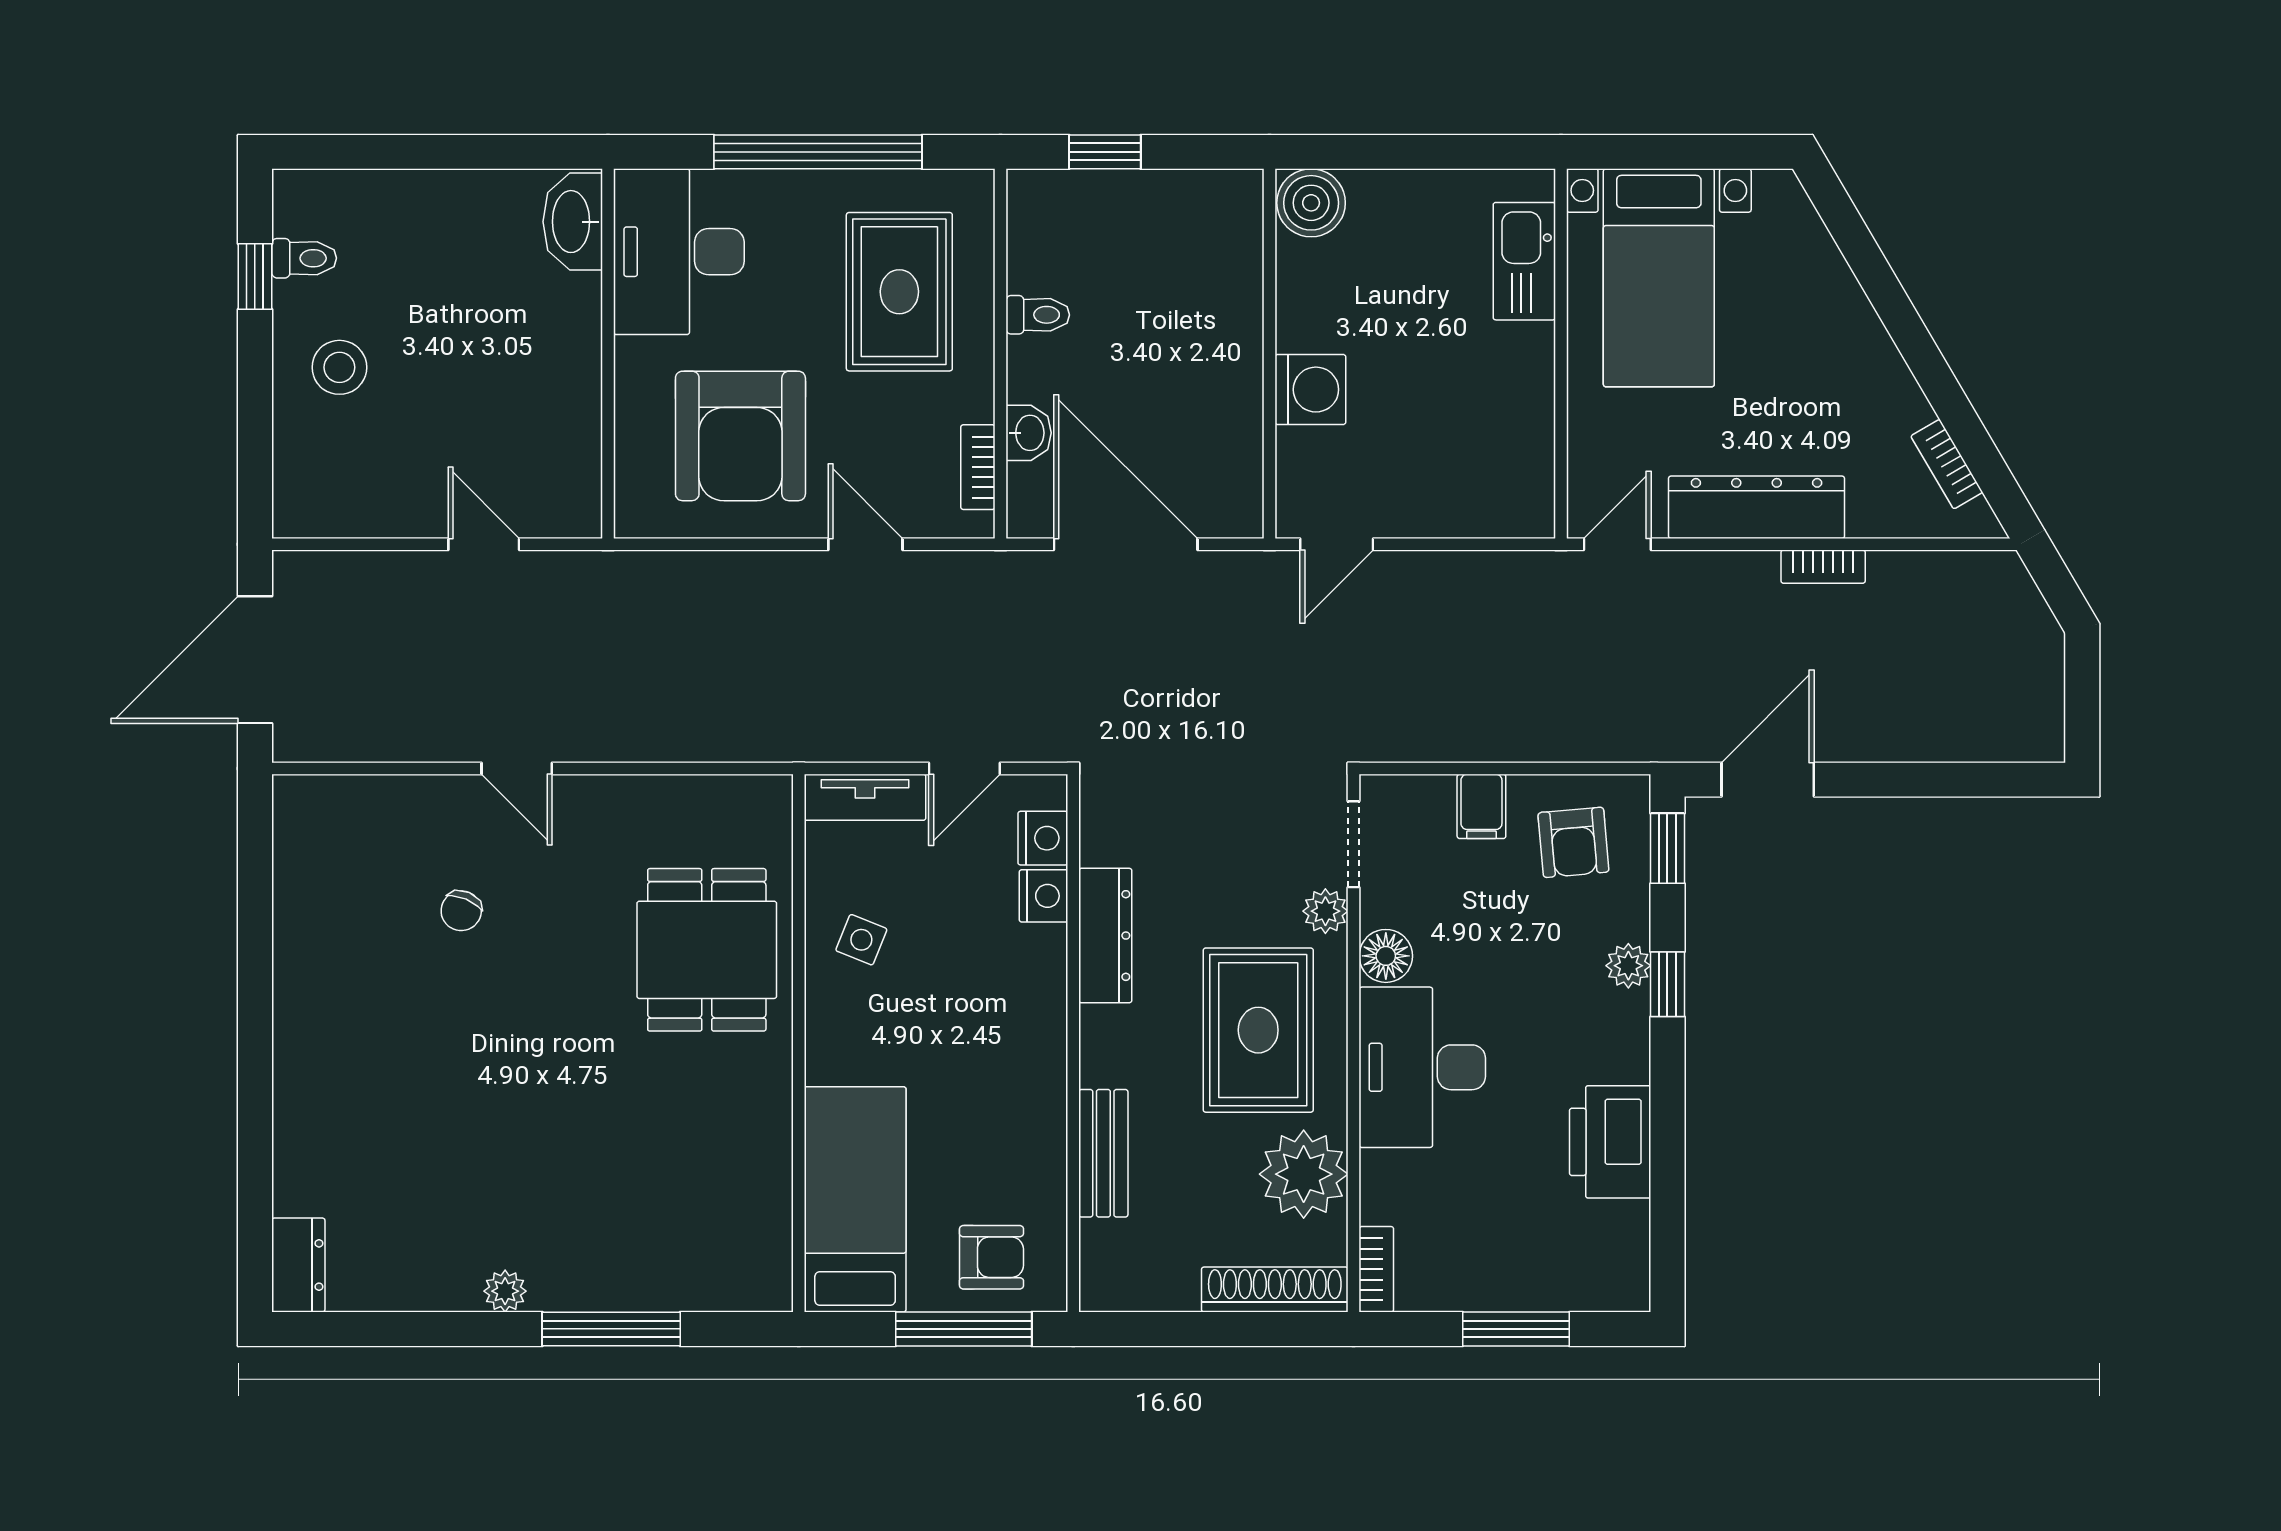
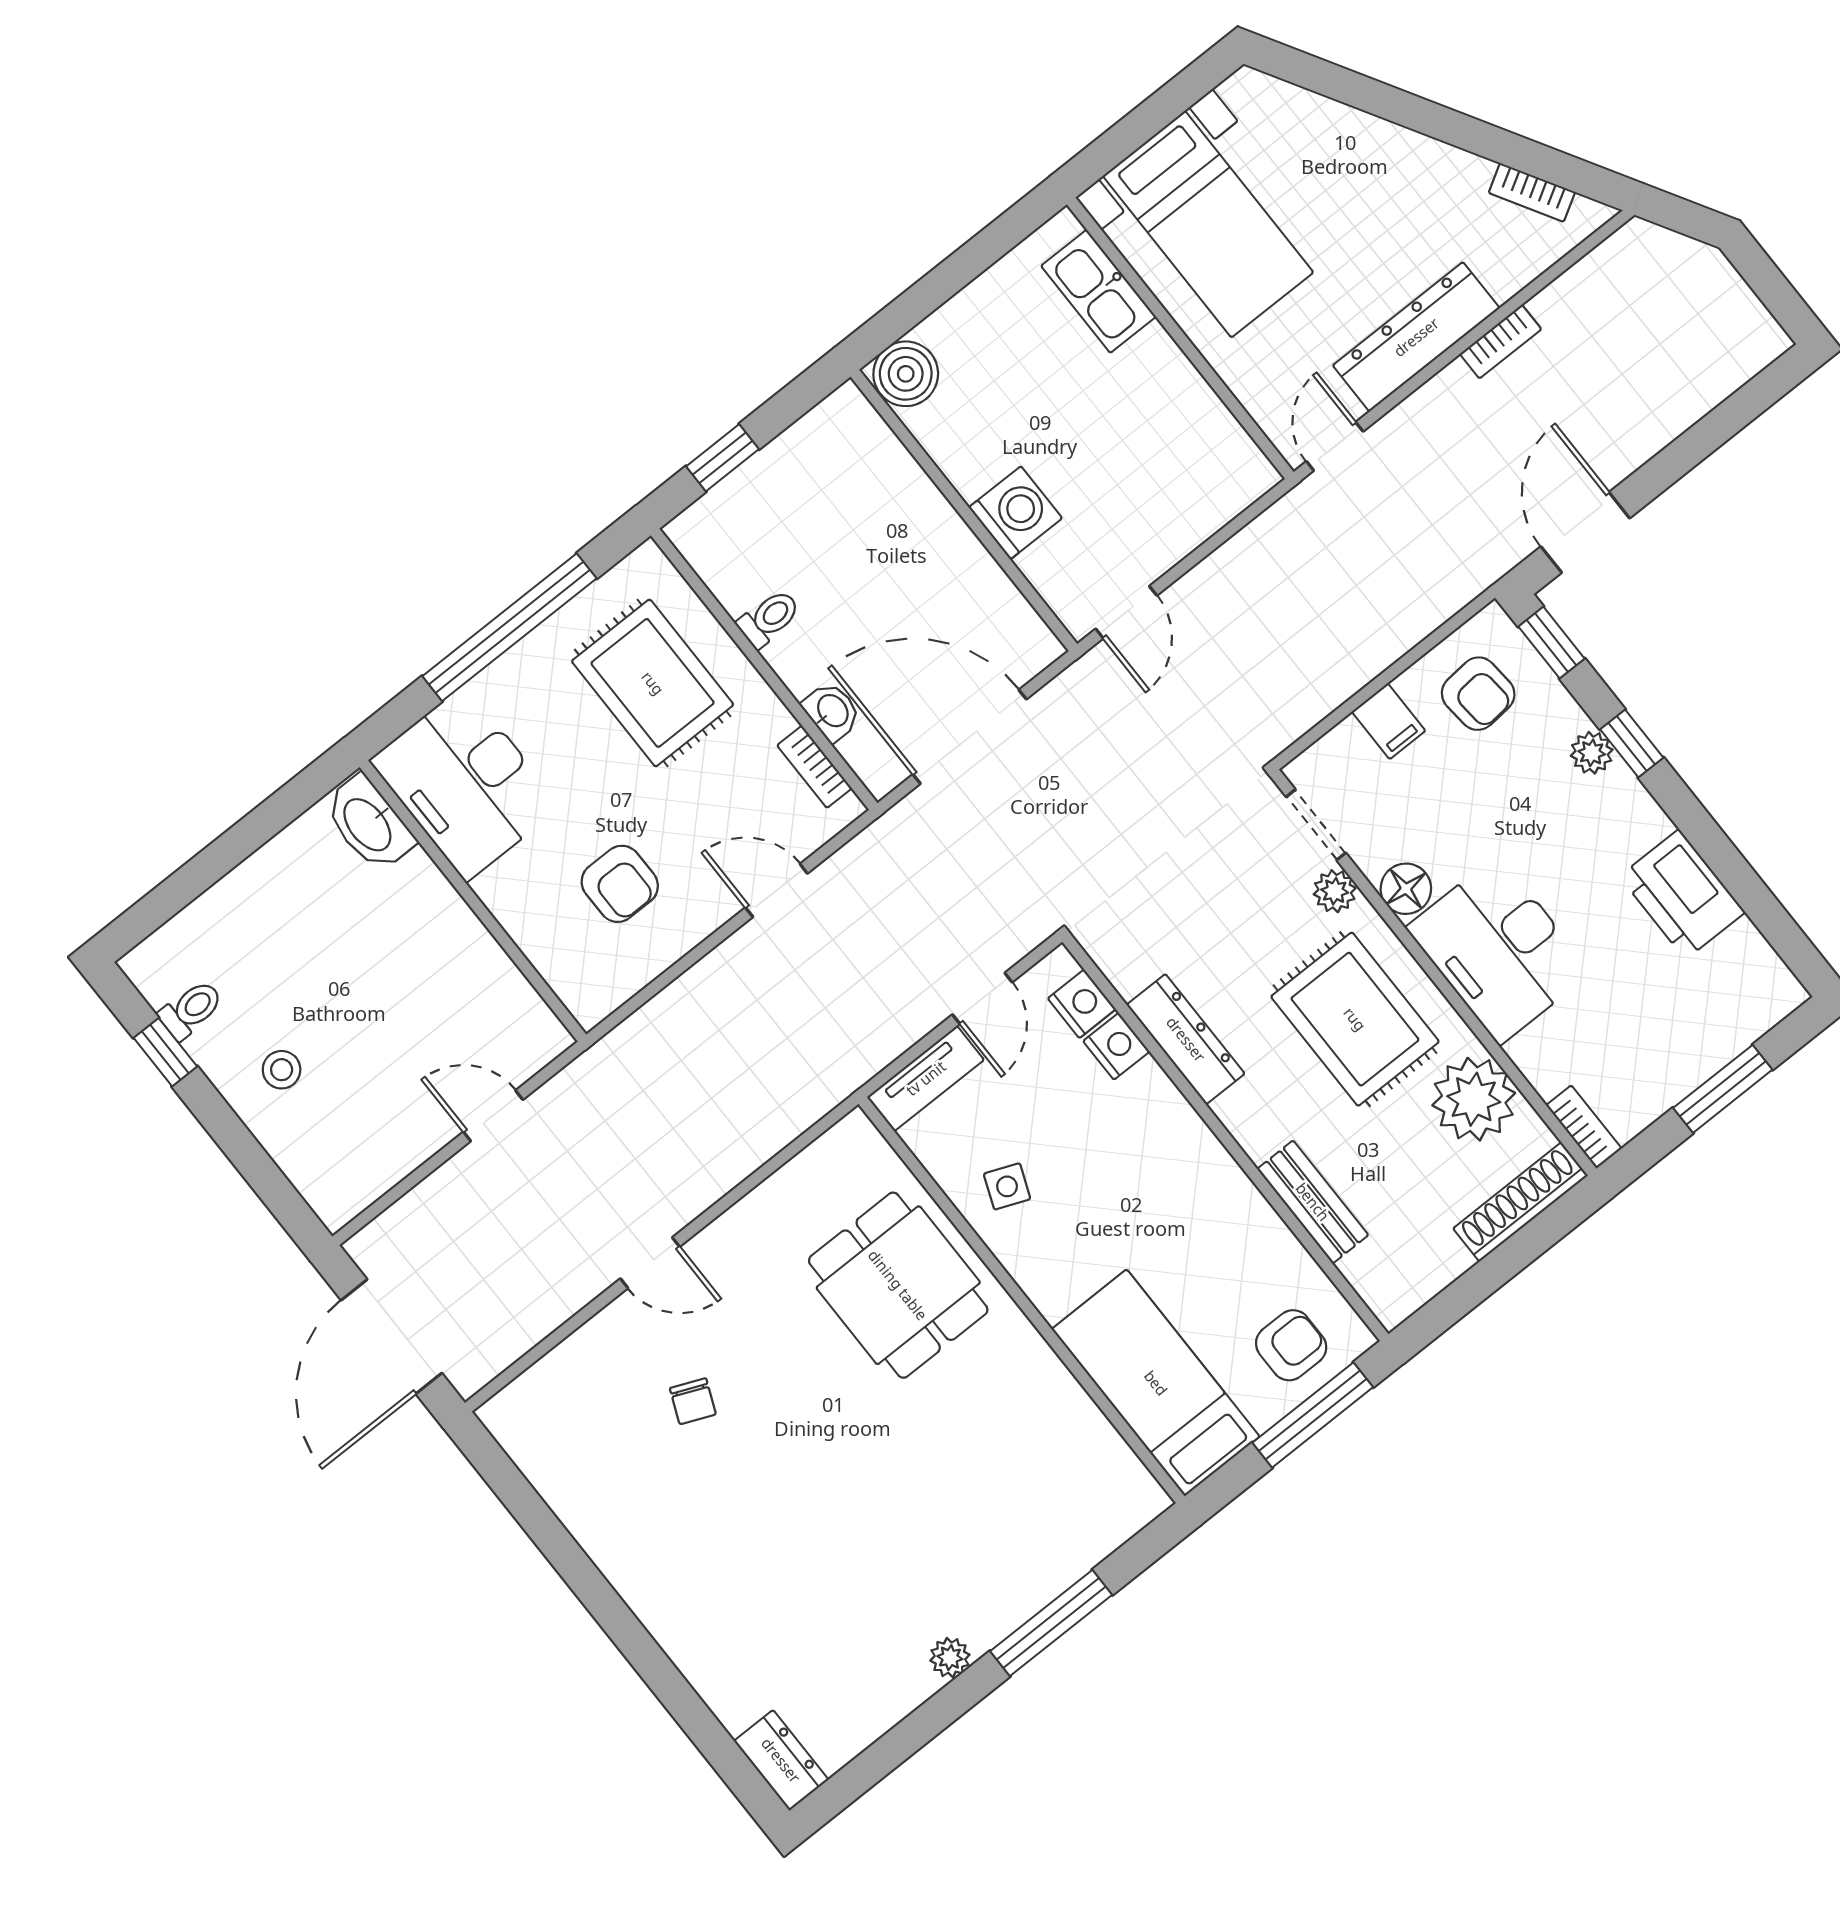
stool: (339, 367) -> (282, 1070), width x0.73, depth x0.73
armchair: (740, 436) -> (620, 884), width x0.53, depth x0.53

